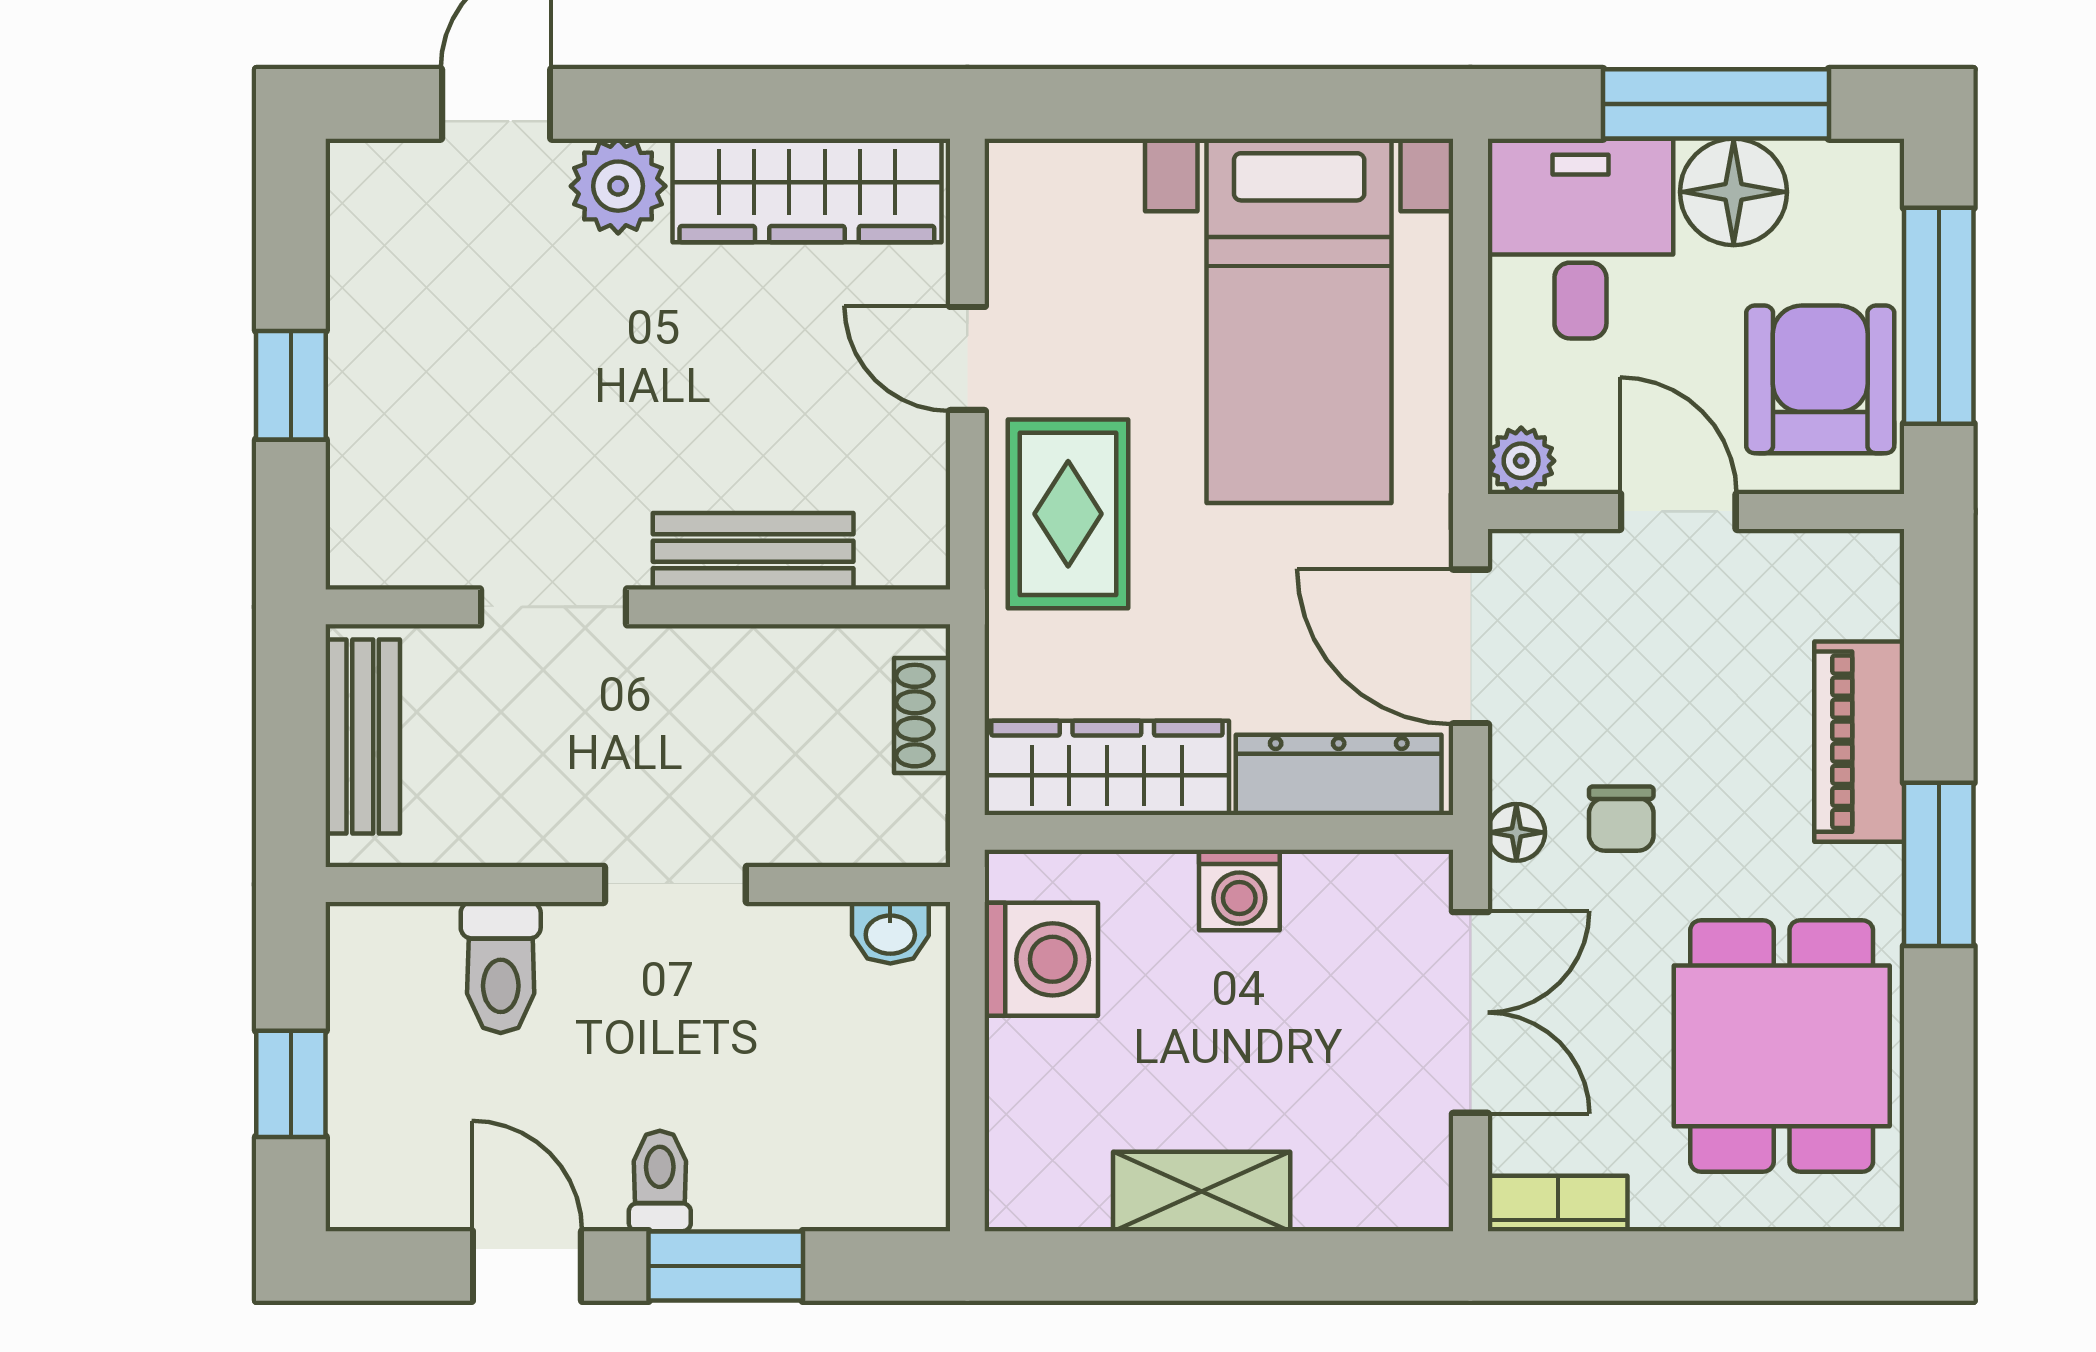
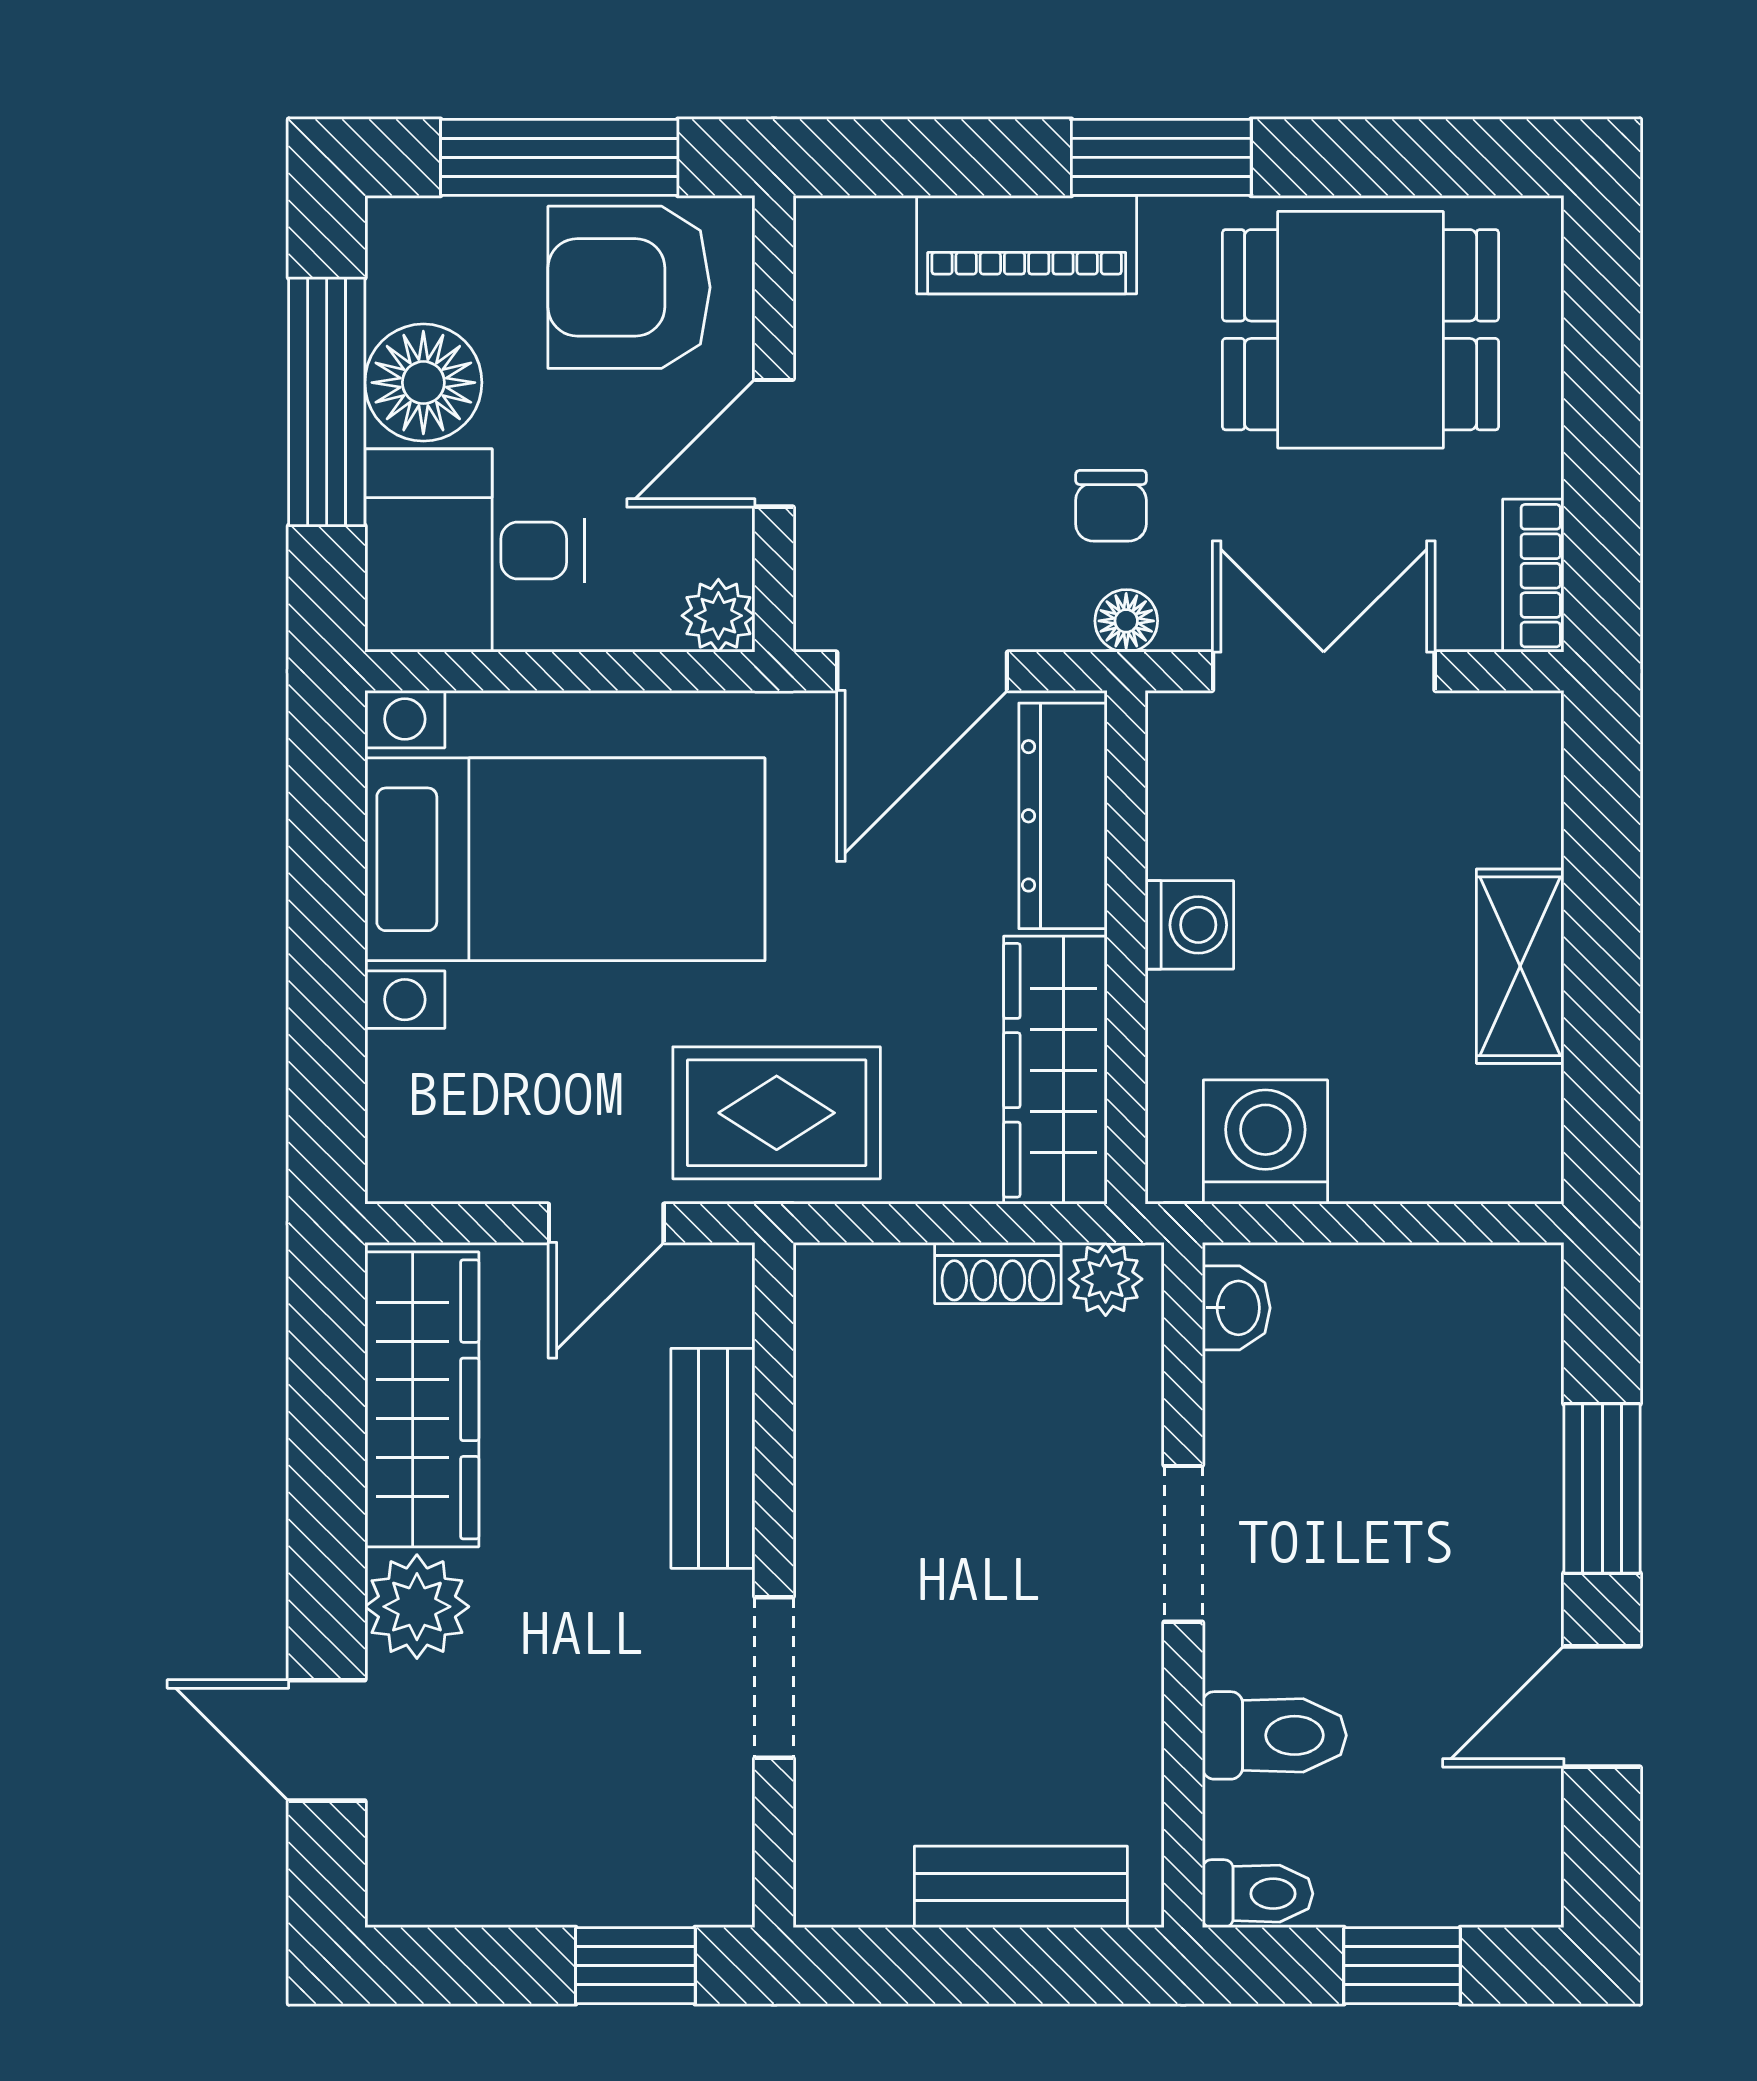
bench: (753, 551) -> (713, 1458), moved
doorway: (553, 607) -> (774, 1677), moved
wall: (638, 607) -> (774, 1585), moved
plant: (917, 814) -> (1106, 1279), added
chair: (1621, 819) -> (1111, 506), turned 90
toilet: (660, 1181) -> (1258, 1894), moved, turned 180

